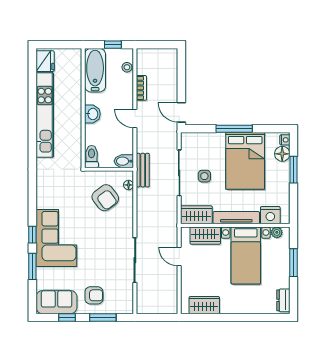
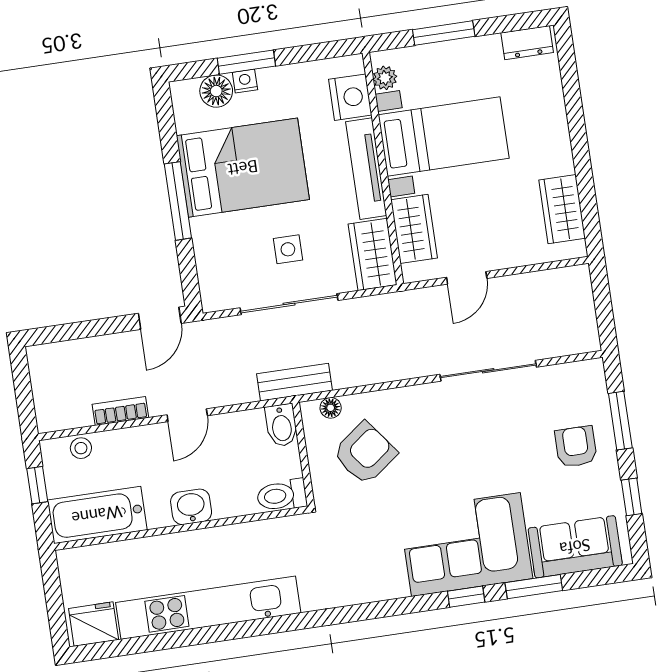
nightstand: (285, 140) -> (245, 81), moved
sofa: (56, 302) -> (575, 547), moved, turned 90

